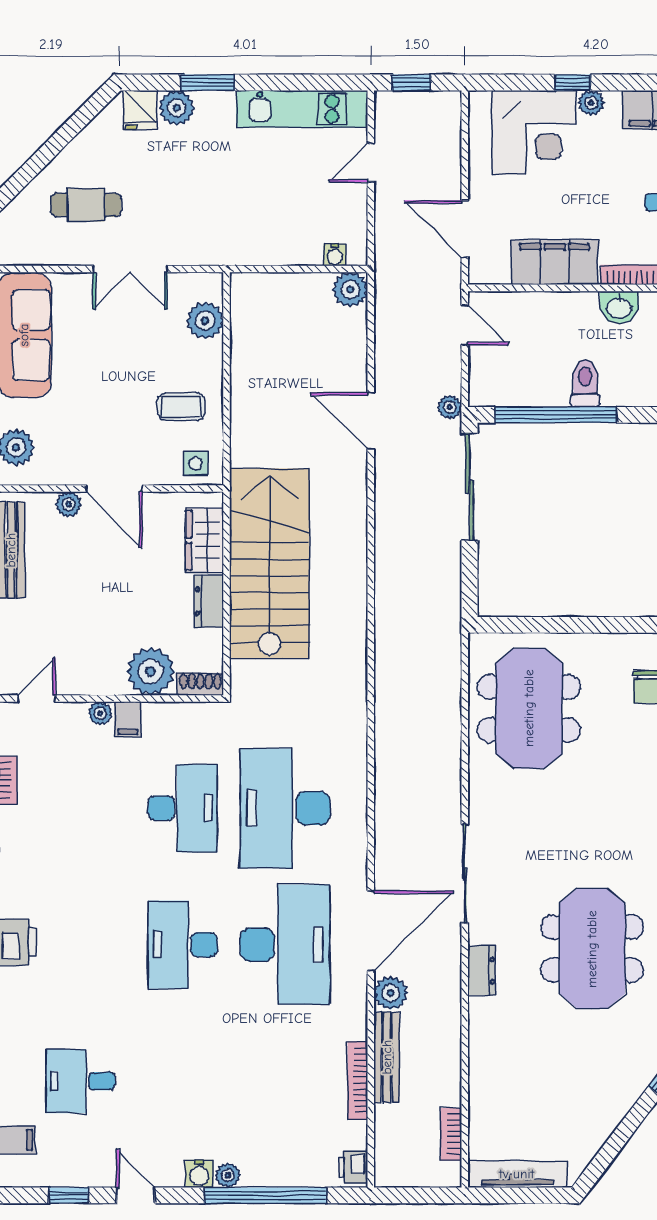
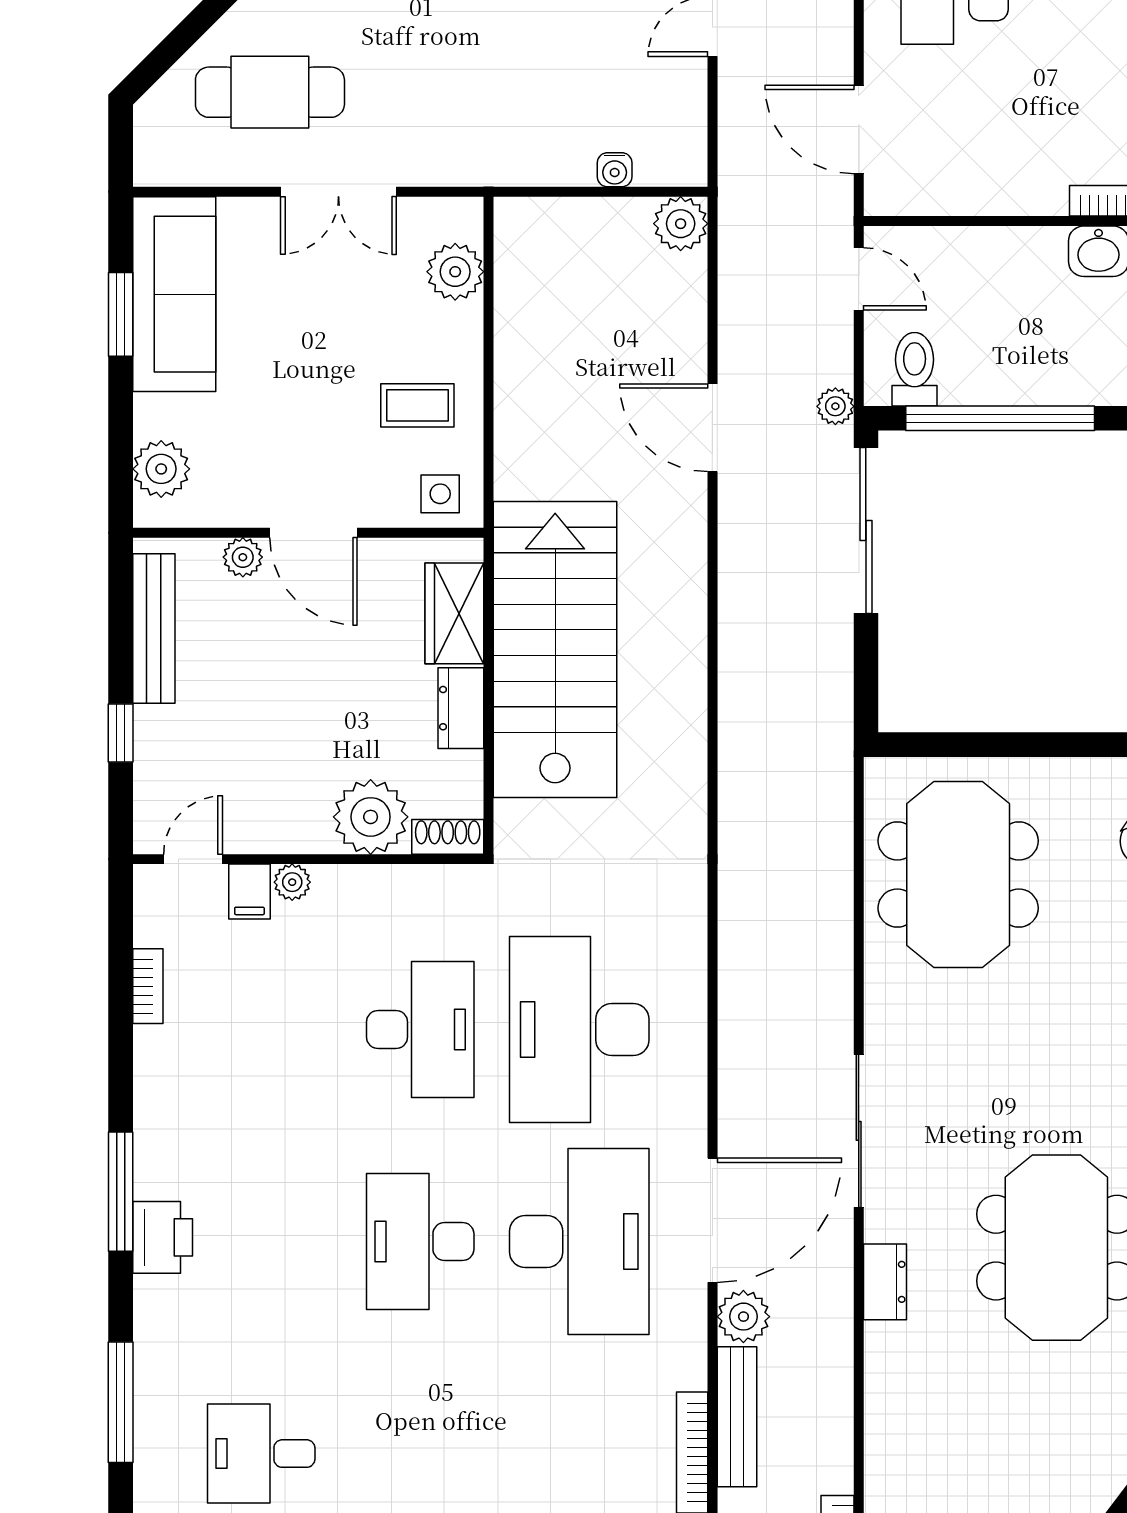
cafe table: (86, 205) -> (270, 92), width x1.37, depth x1.35
water cooler: (335, 255) -> (615, 170), moved
filing cabinet: (555, 262) -> (998, 181), removed
toilet: (585, 383) -> (915, 369), moved
filing cabinet: (128, 719) -> (249, 892), moved

